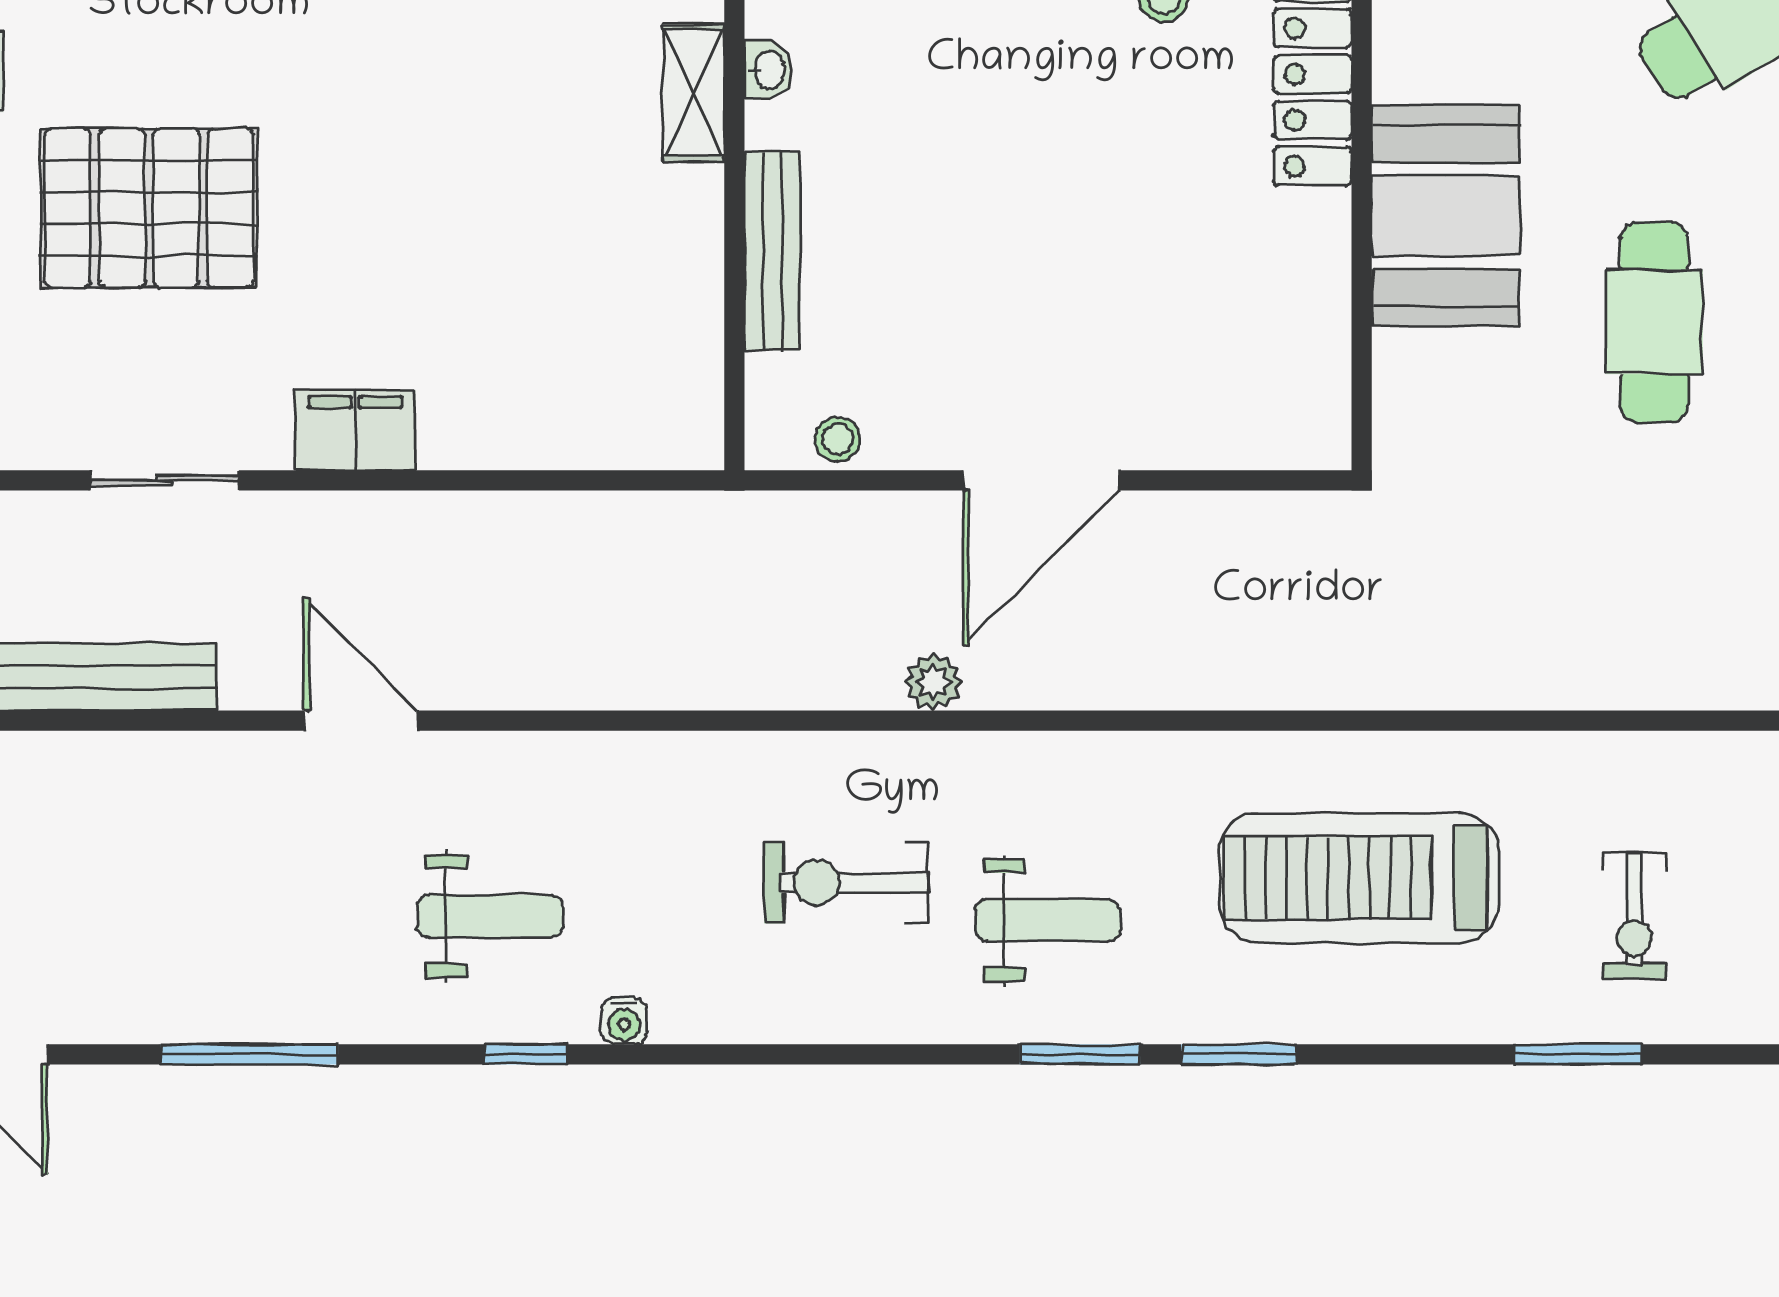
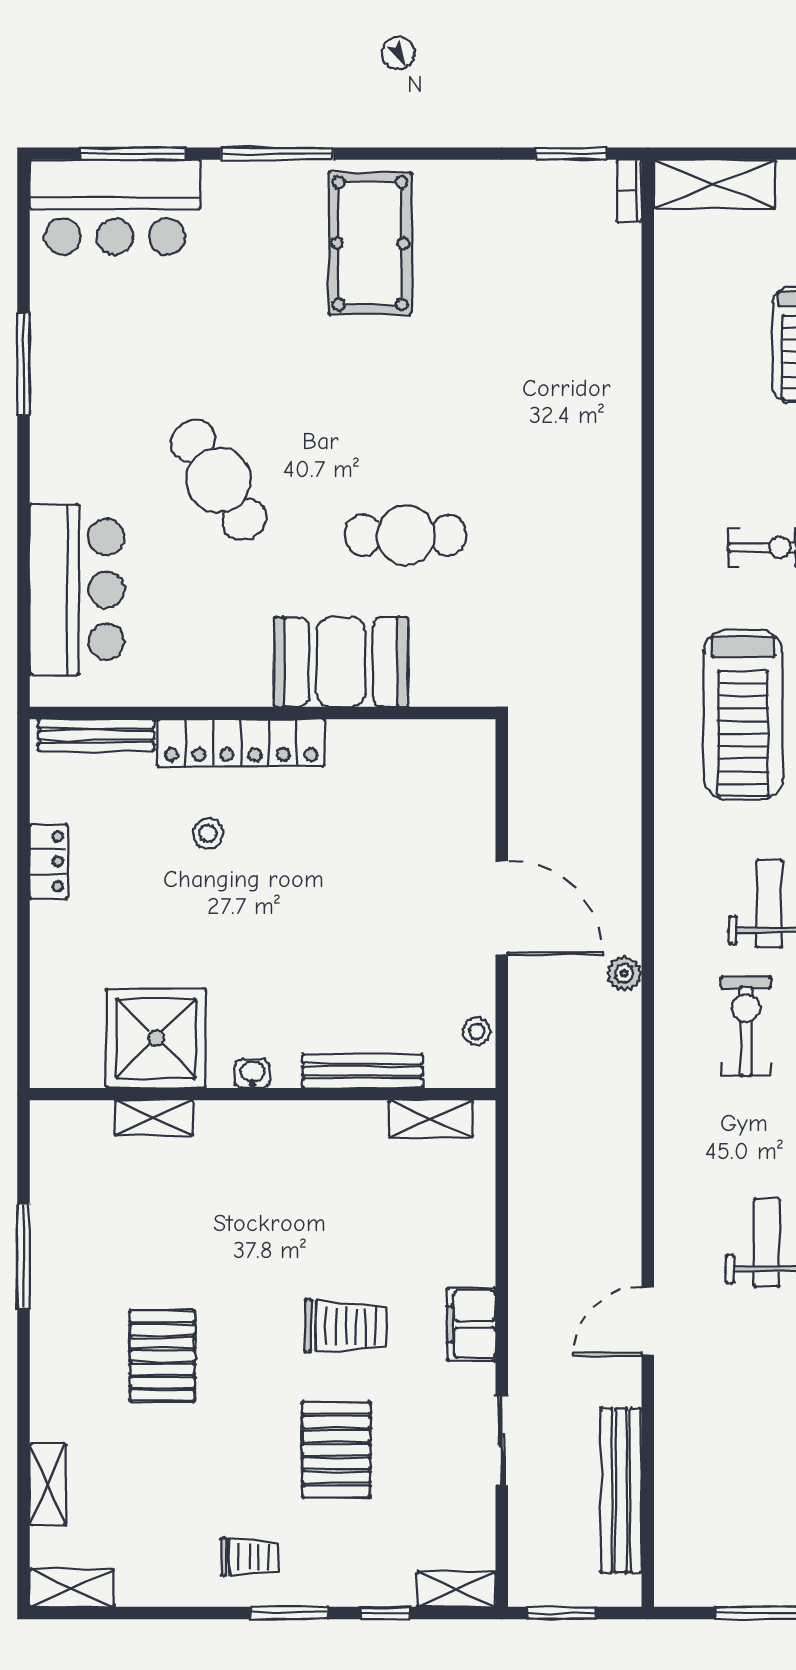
shelving: (694, 93) -> (431, 1119), moved
pallet: (149, 208) -> (336, 1450), width x0.73, depth x0.71
trolley: (352, 223) -> (345, 1326), added
exercise bike: (846, 882) -> (746, 1026), turned 180

